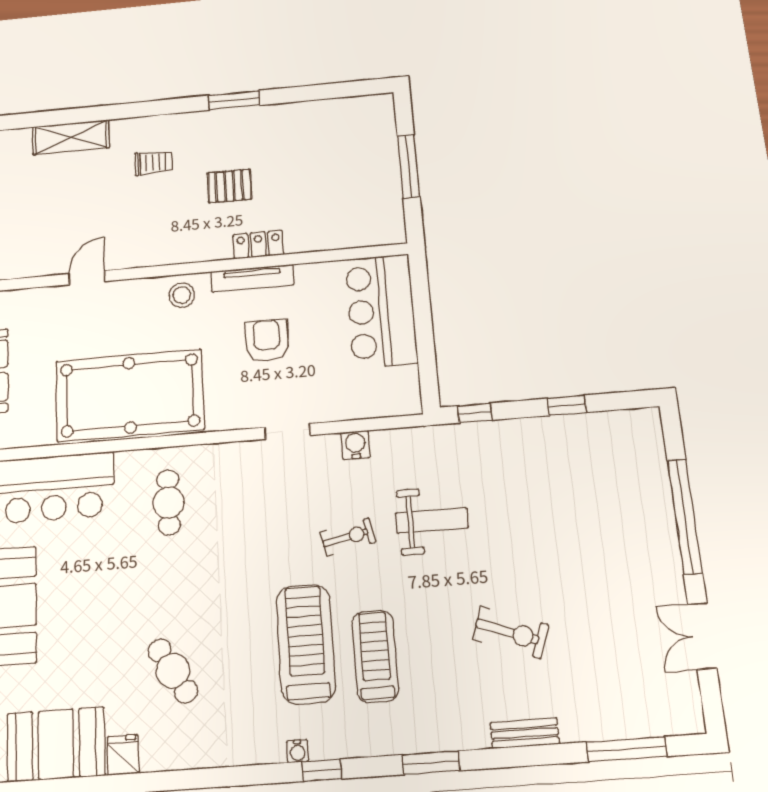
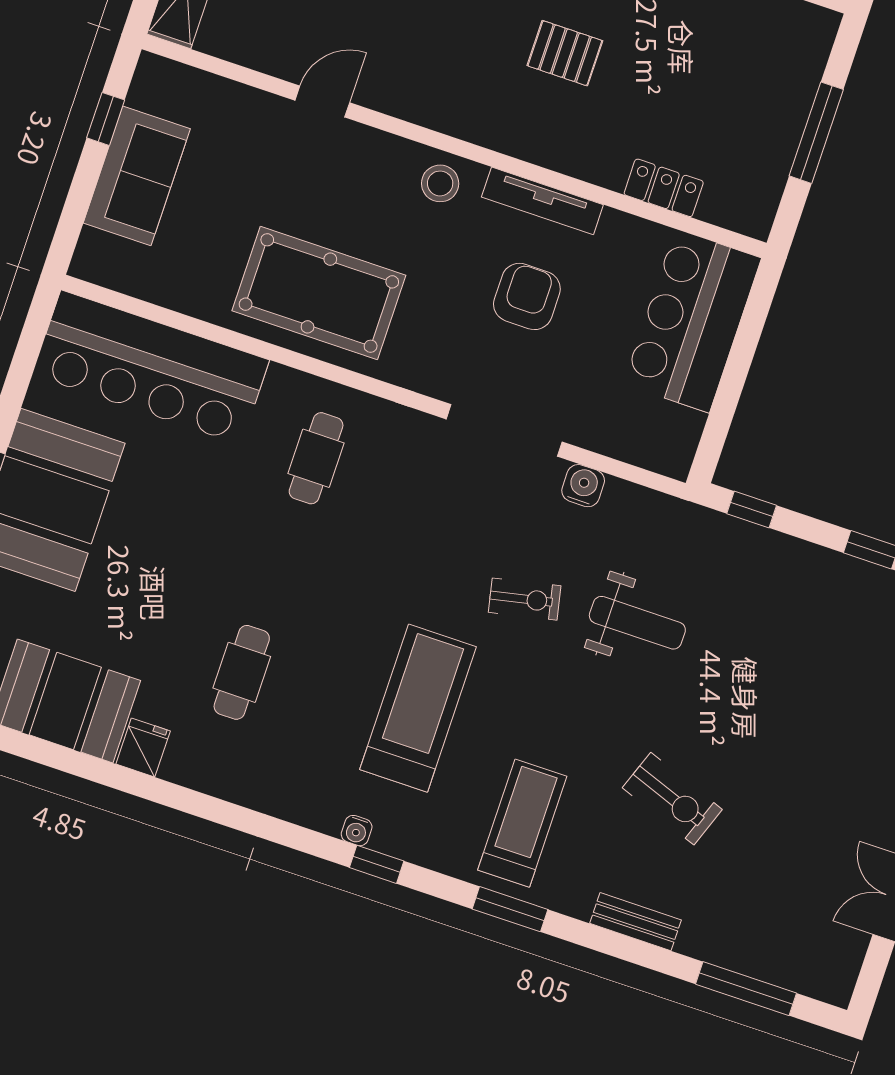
locker: (258, 245) -> (664, 188), moved
pool table: (130, 395) -> (319, 293), width x0.73, depth x0.76
doorway: (287, 431) -> (504, 430), width x1.88
treadmill: (375, 656) -> (522, 823), moved
cafe table: (173, 671) -> (242, 672), turned 31

